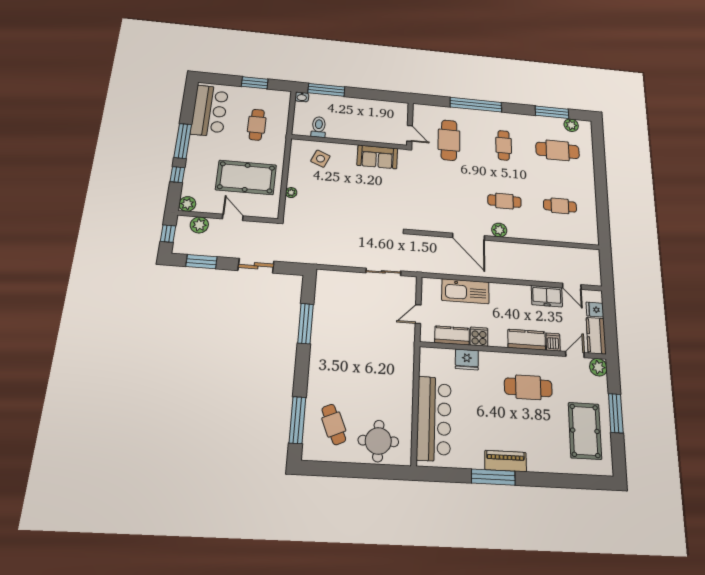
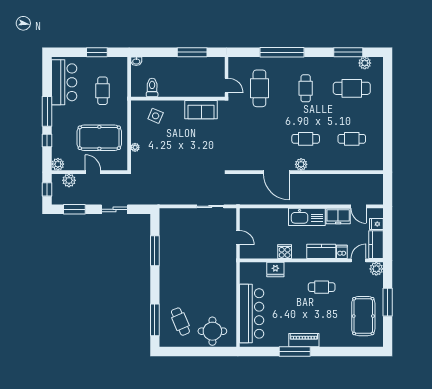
window: (326, 90) -> (192, 52), moved
kitchen sink: (465, 291) -> (307, 217), moved
door: (418, 314) -> (238, 238), swing flipped
kitchen counter: (452, 335) -> (264, 252), removed
cafe table: (528, 387) -> (322, 287), width x0.73, depth x0.74

